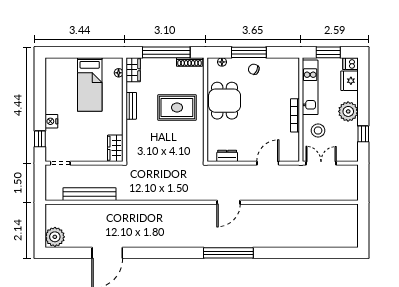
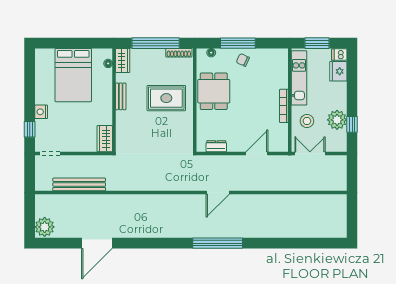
bed: (90, 84) -> (73, 75), width x1.50
plant: (348, 111) -> (337, 120), moved

